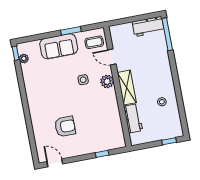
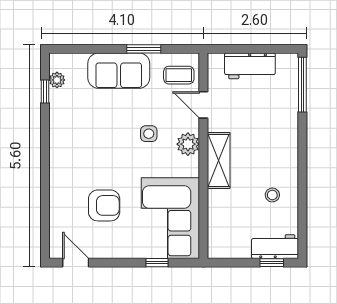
workbench: (148, 26) -> (250, 66), moved
window: (16, 53) -> (45, 91), moved
workbench: (133, 118) -> (275, 247), moved, turned -90
corner sofa: (105, 126) -> (170, 218), added

